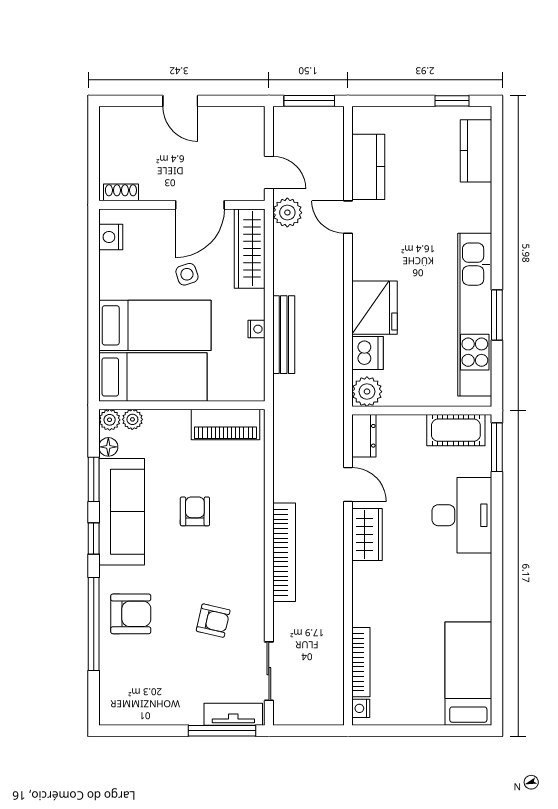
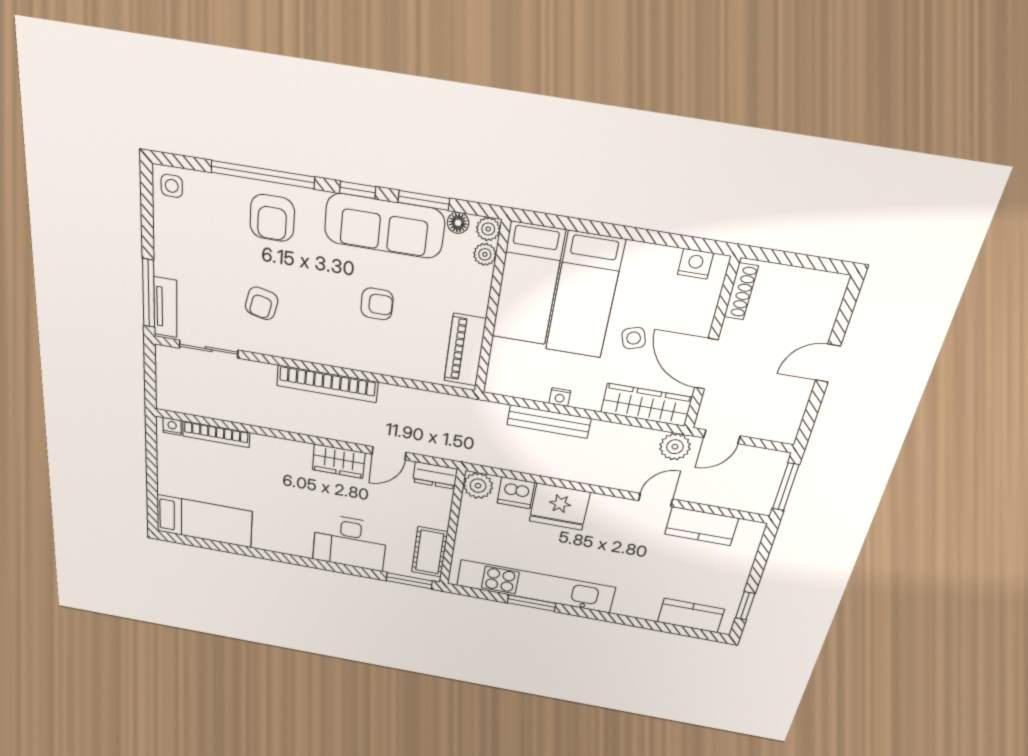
shoe rack: (121, 192) -> (741, 291), width x1.43
side table: (116, 707) -> (172, 186), added

